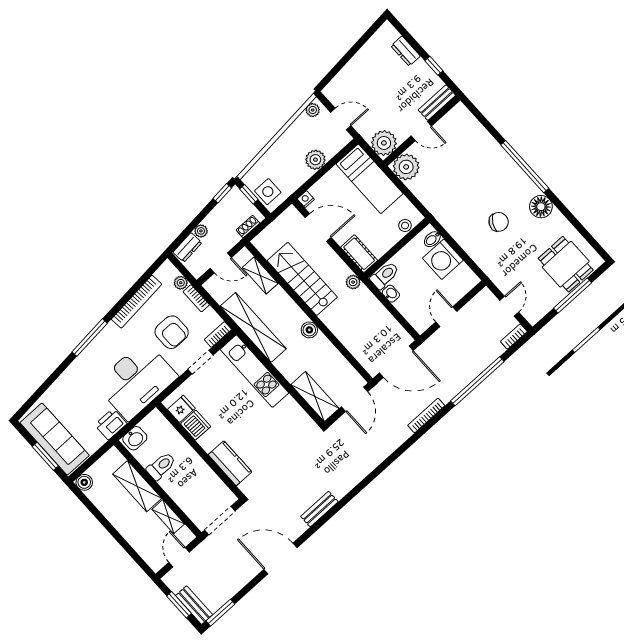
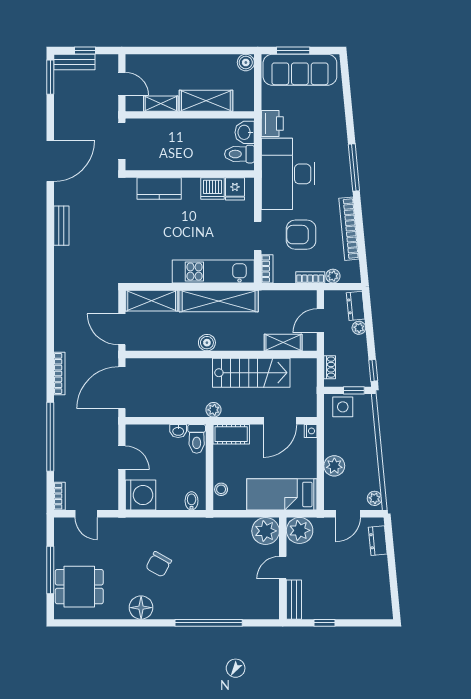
dresser: (406, 51) -> (378, 541), moved, turned -95
window: (525, 167) -> (209, 623), moved
washing machine: (443, 259) -> (141, 495), moved, turned 90
shelving: (253, 327) -> (219, 301), moved
toilet: (161, 466) -> (239, 154), moved, turned 90
window: (179, 605) -> (85, 51), width x0.67

